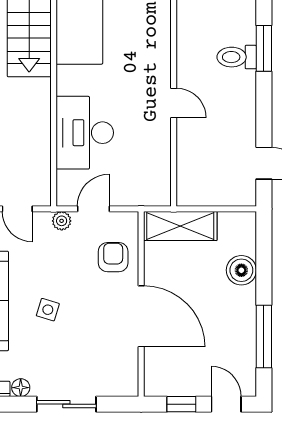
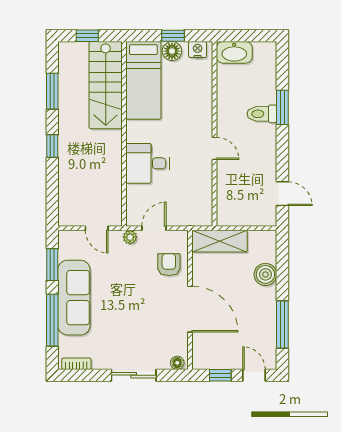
desk: (85, 133) -> (147, 163), width x0.73
side table: (48, 310) -> (120, 304), removed
floor lamp: (21, 388) -> (177, 363), moved

